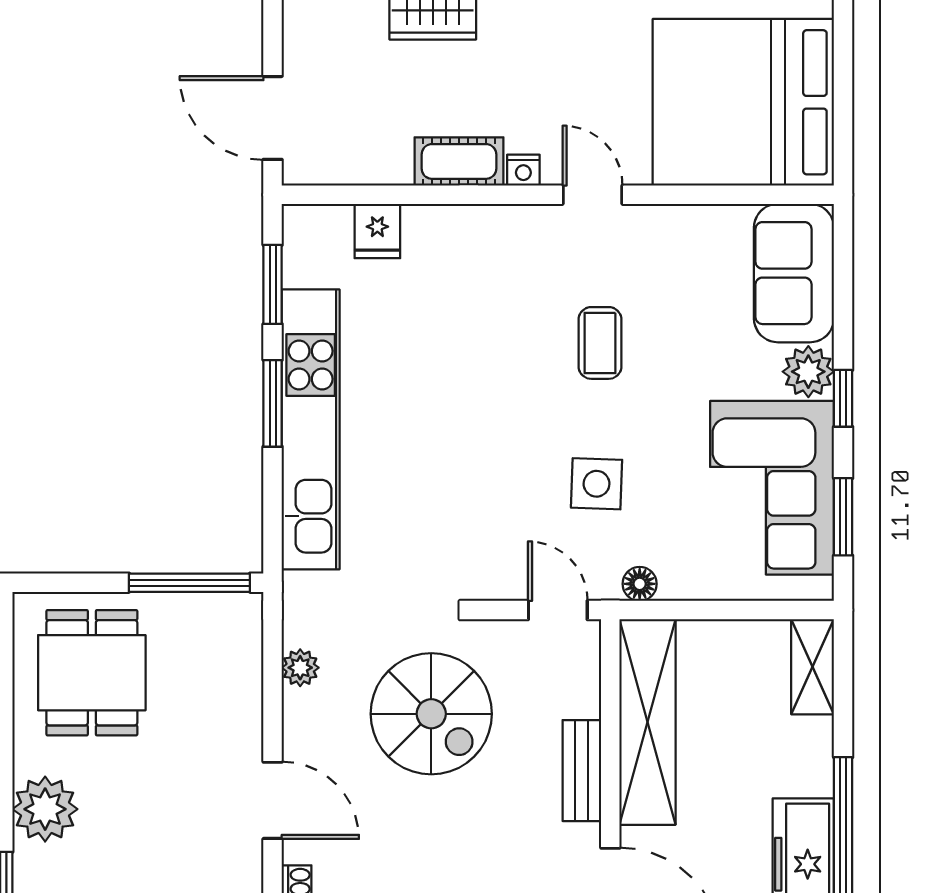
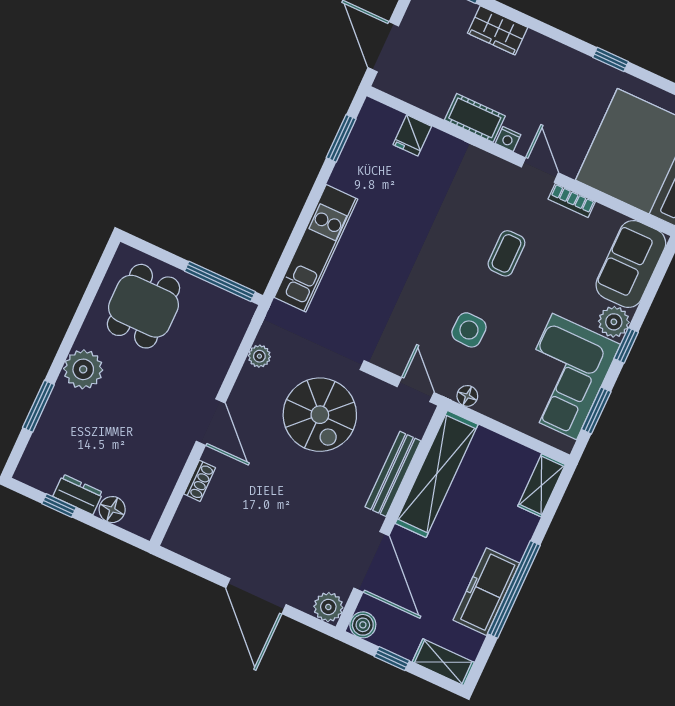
bookcase: (661, 218) -> (572, 200), added
window: (273, 403) -> (311, 204), removed
kitchen unit: (311, 429) -> (316, 248), width x0.73
bench: (582, 771) -> (393, 474), width x1.36

